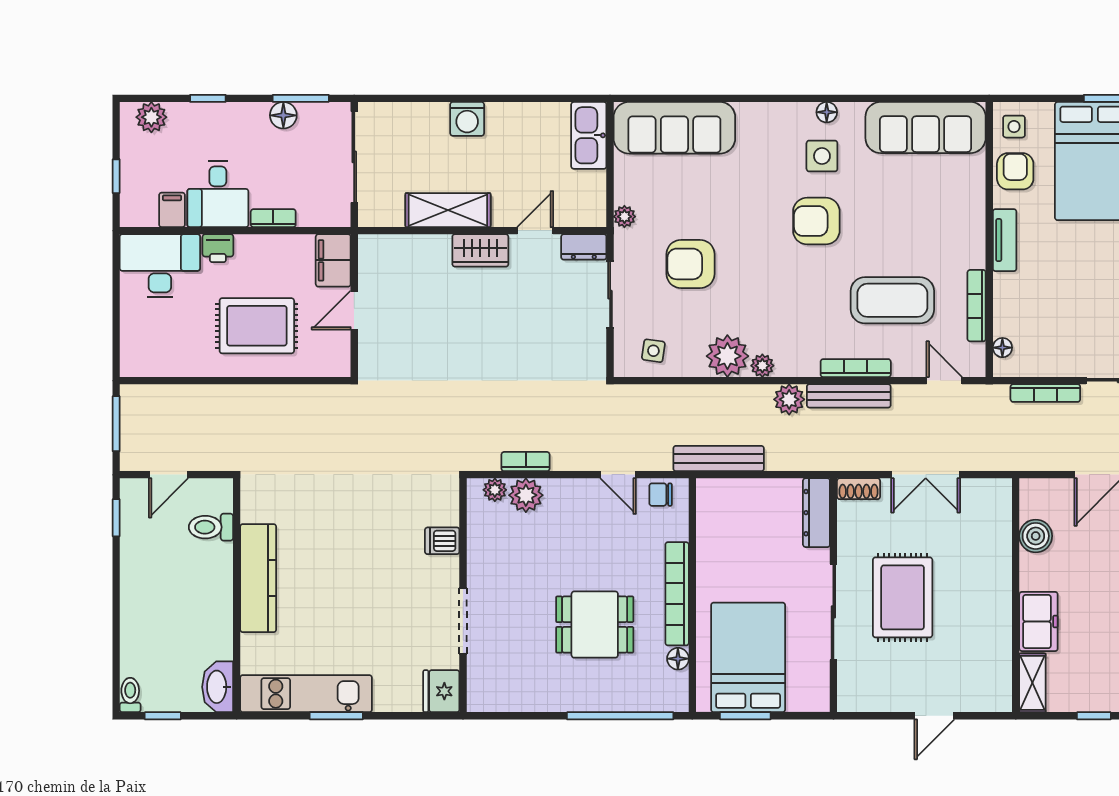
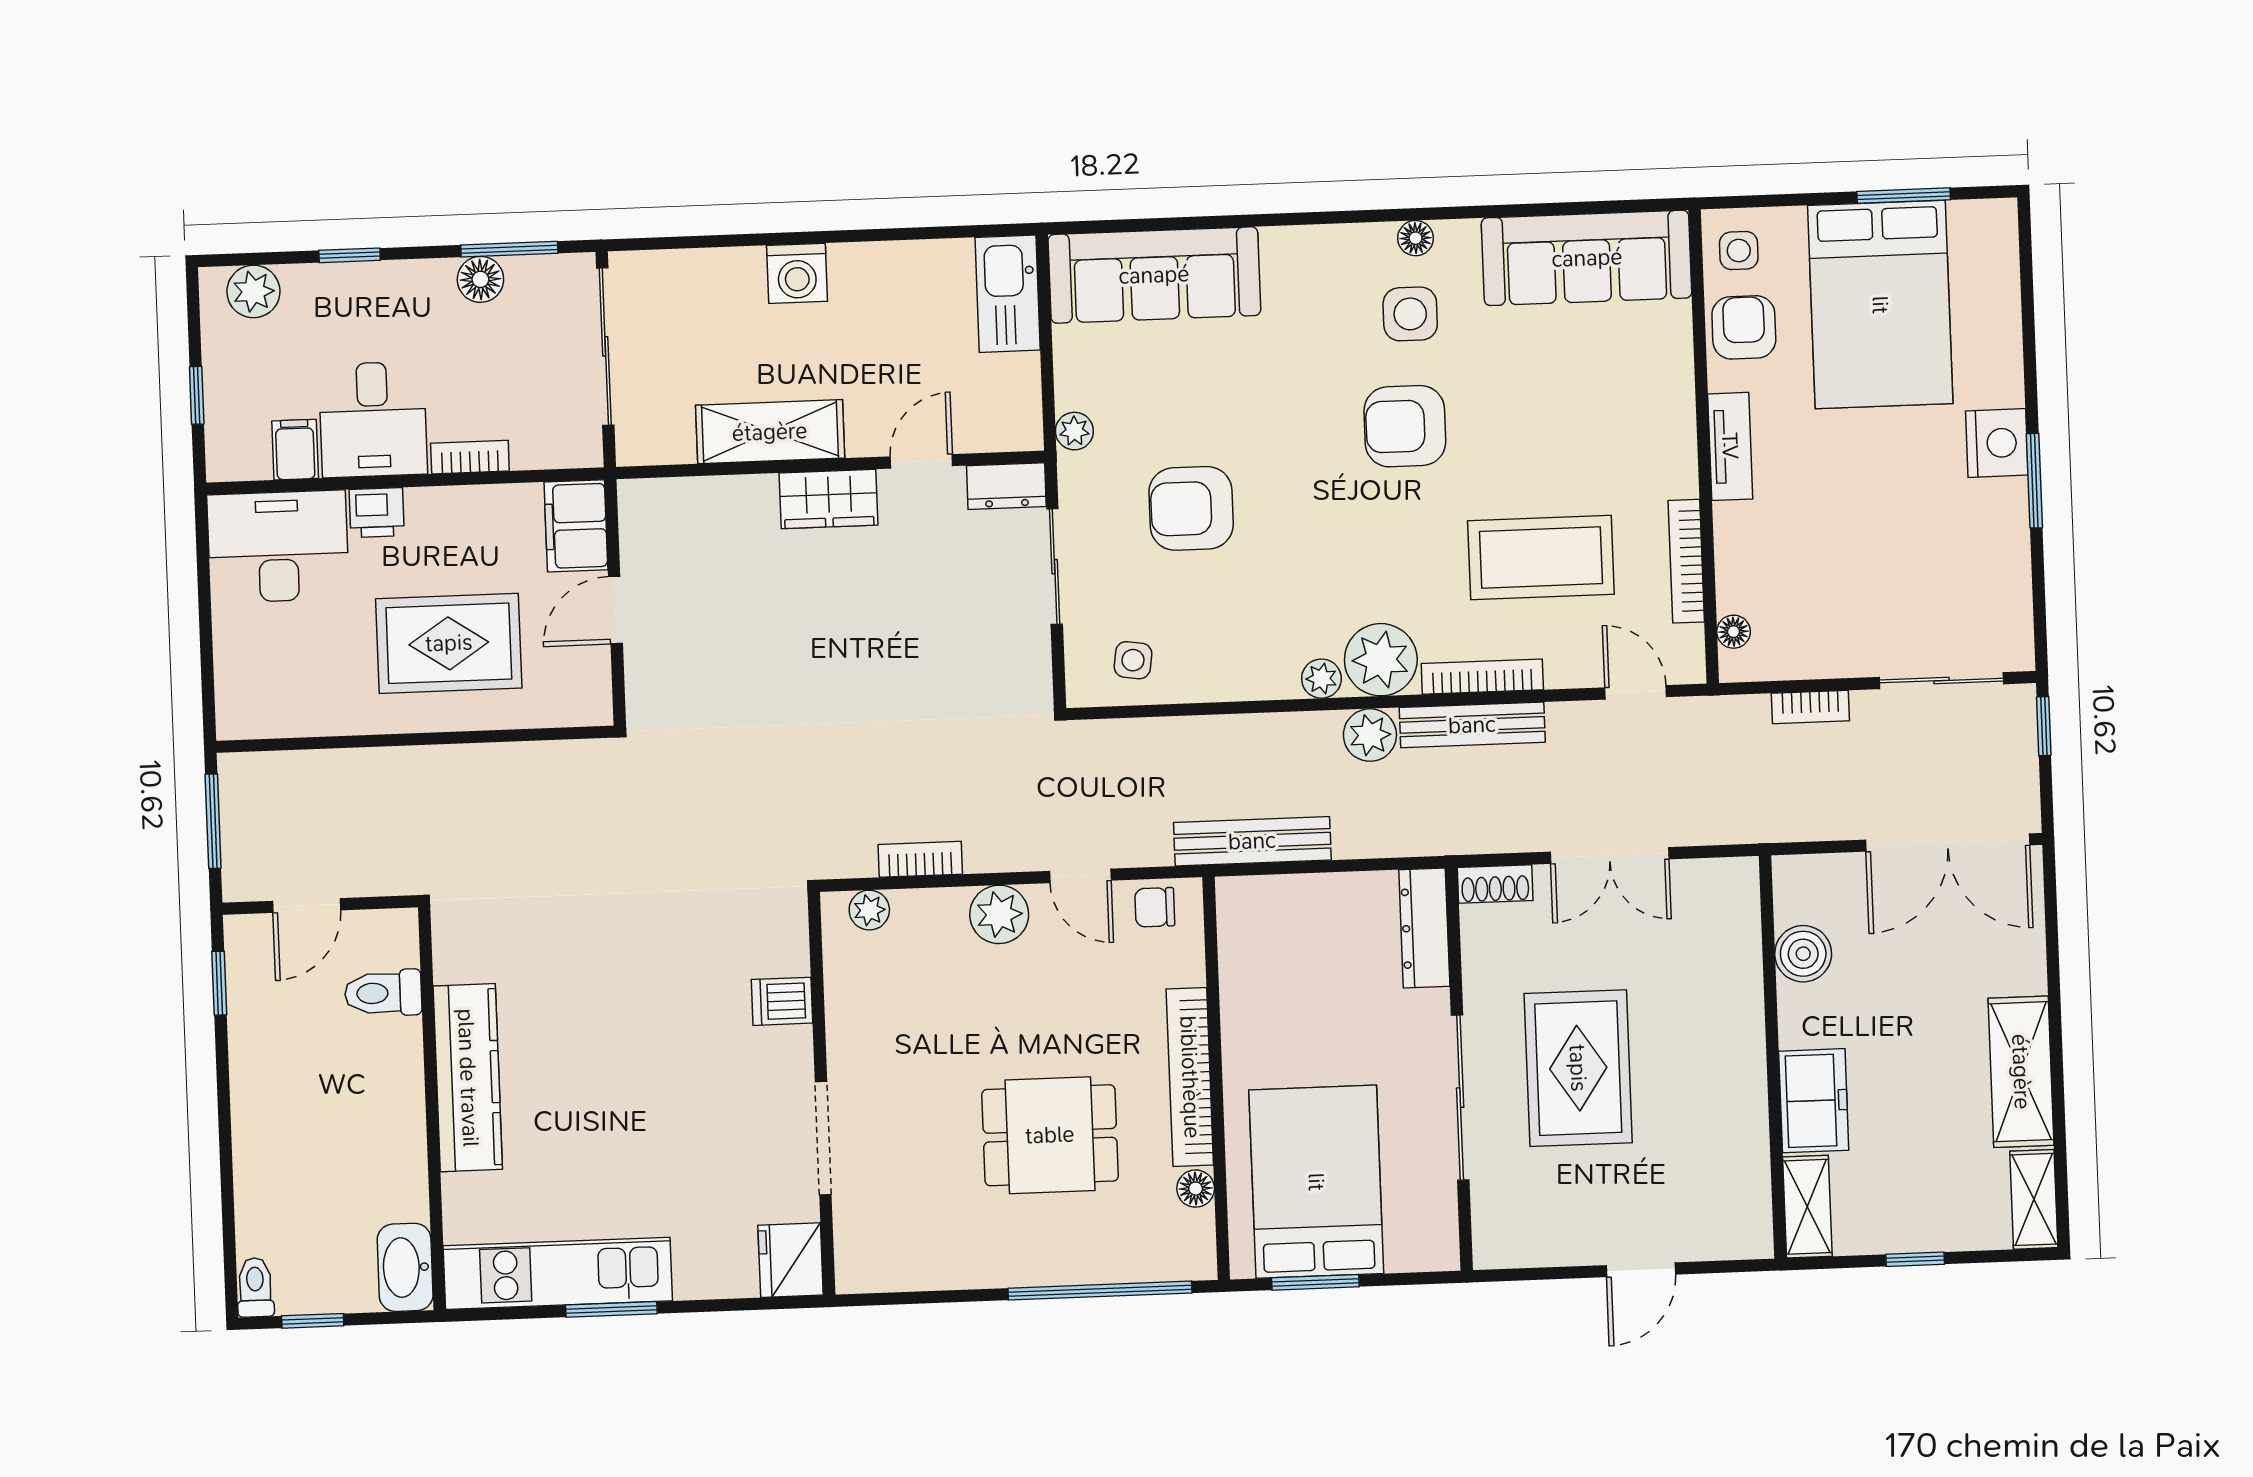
plant: (727, 356) -> (1381, 660), moved
bookcase: (1045, 393) -> (1810, 707), width x0.64
plant: (526, 495) -> (999, 914), moved

